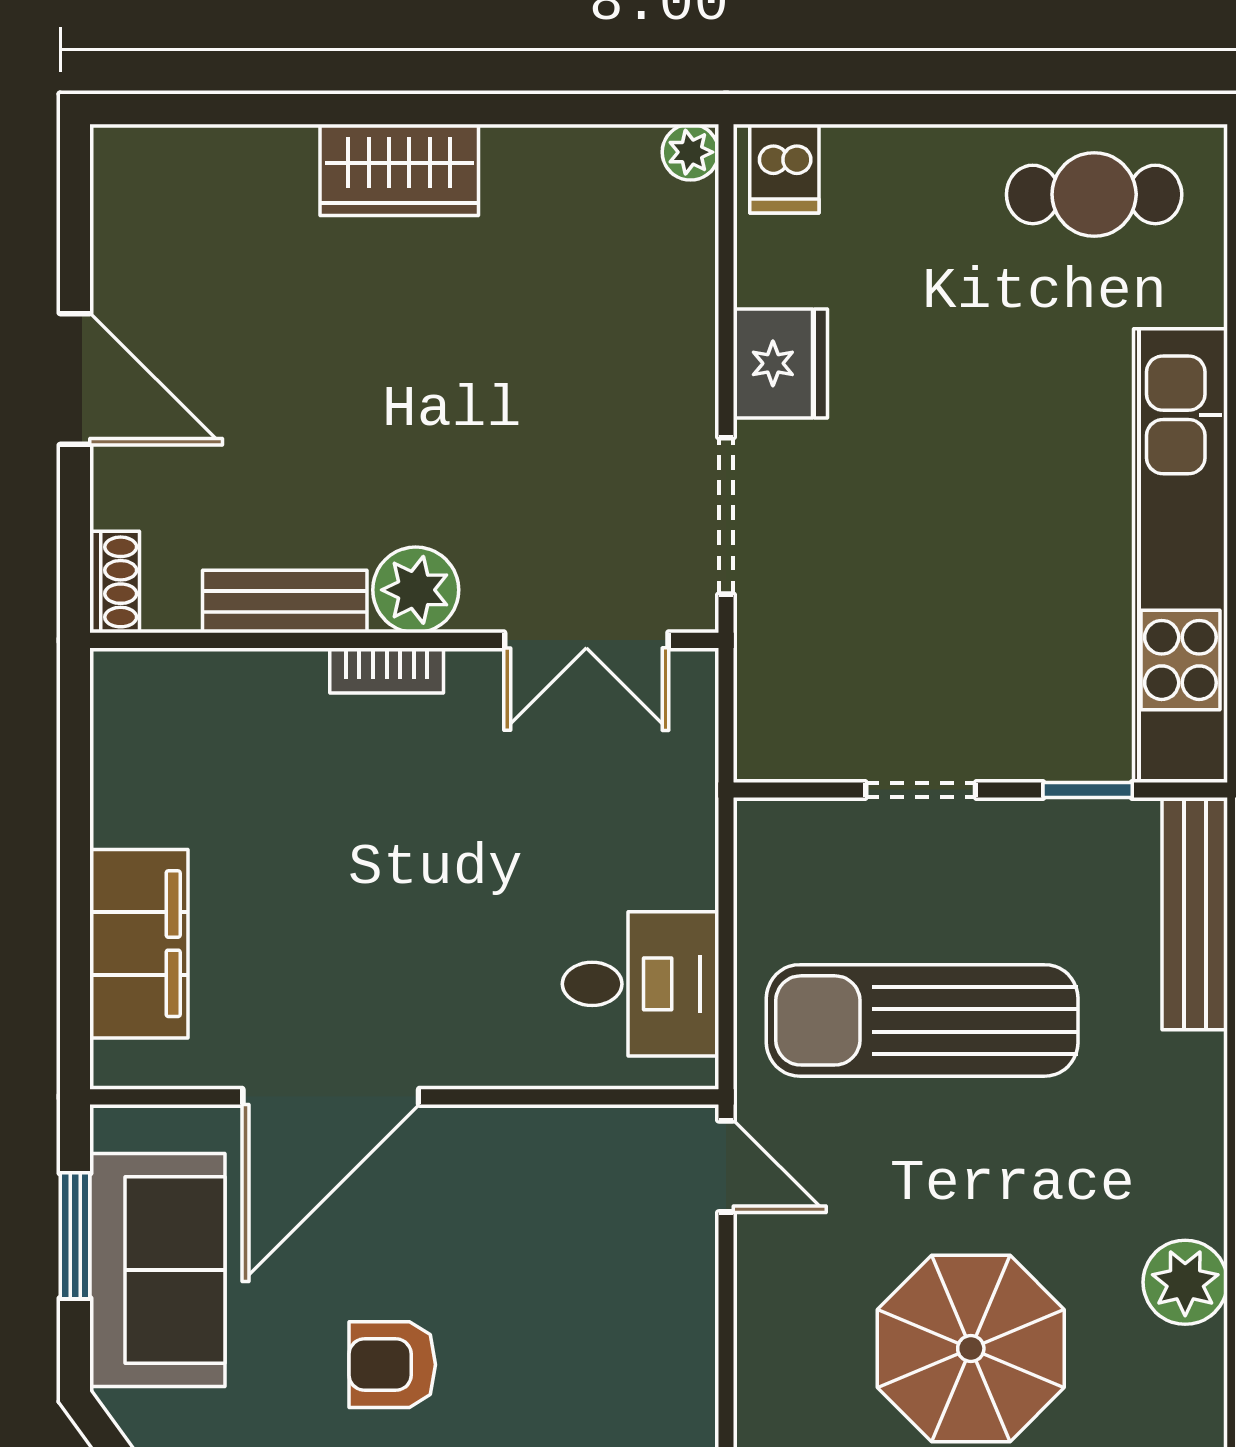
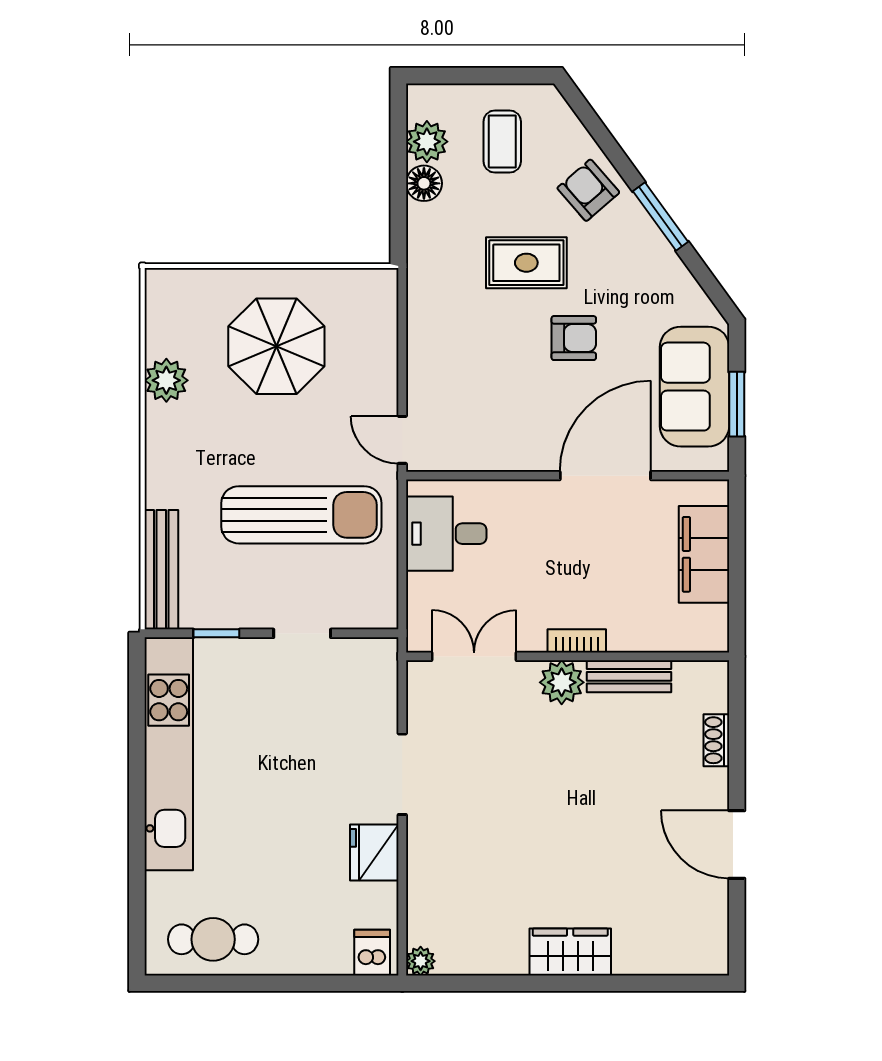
plant: (416, 590) -> (562, 682), moved
bench: (285, 602) -> (629, 676), moved
wall: (404, 640) -> (568, 656), moved
double door: (586, 640) -> (474, 656), moved
bookcase: (387, 671) -> (577, 641), moved

